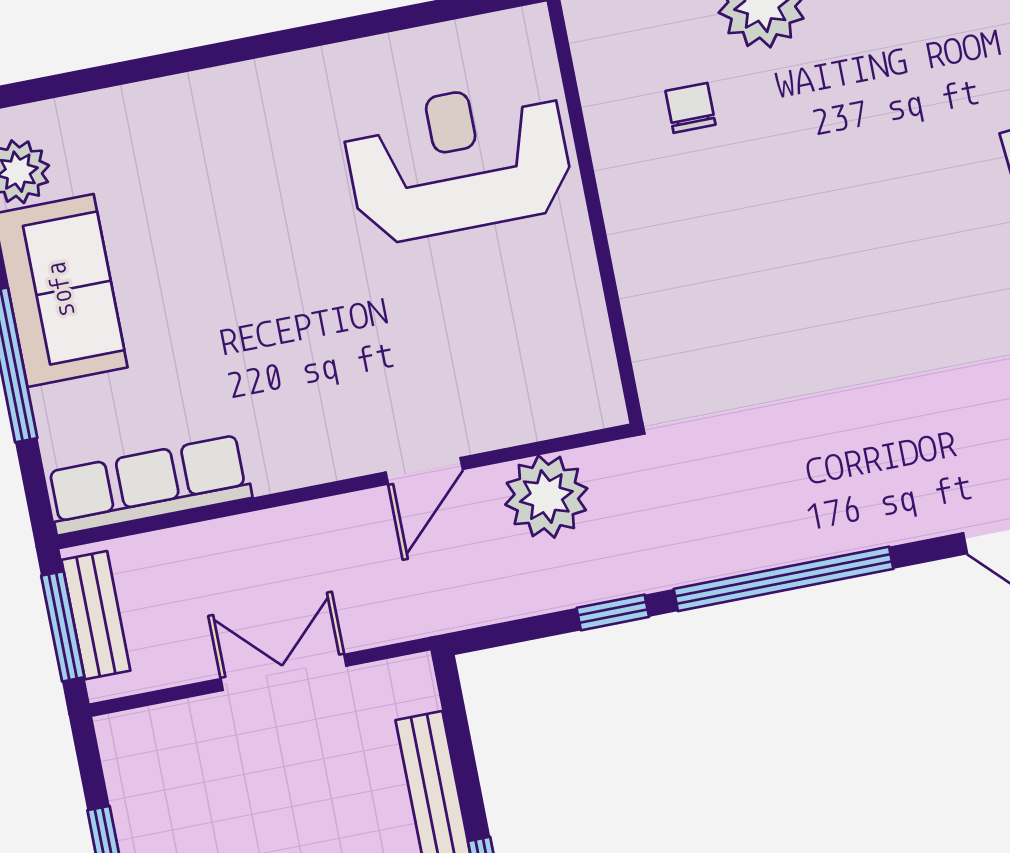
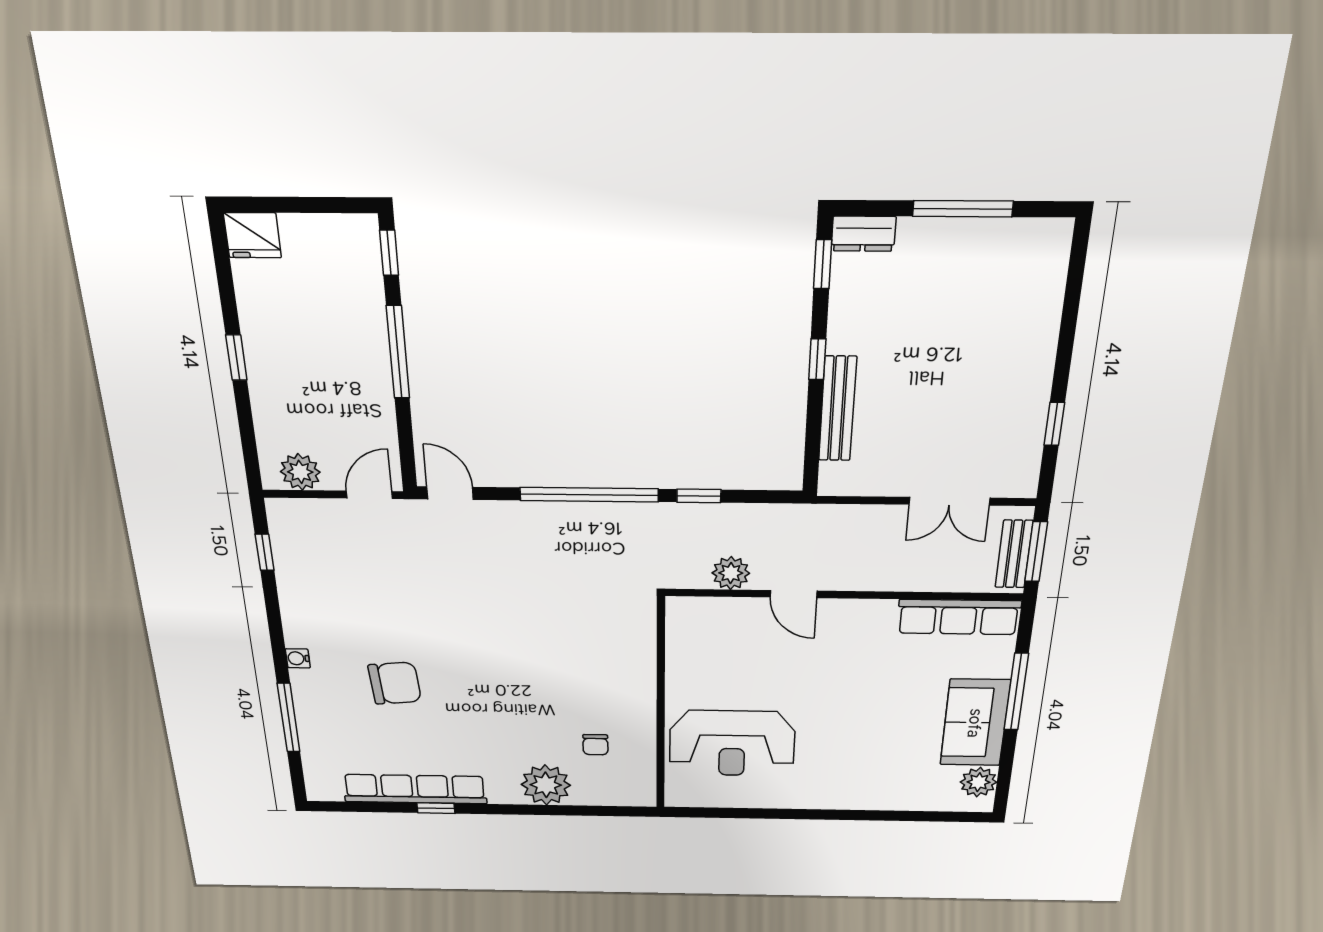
door: (424, 471) -> (794, 594), swing flipped
plant: (546, 497) -> (731, 573), width x0.73, depth x0.73
double door: (284, 672) -> (949, 501), moved

